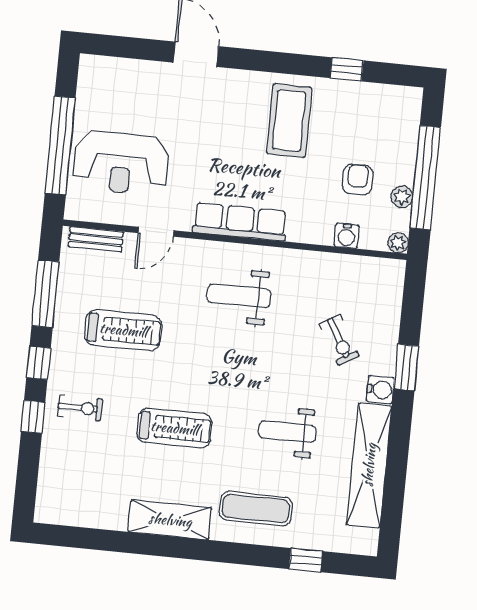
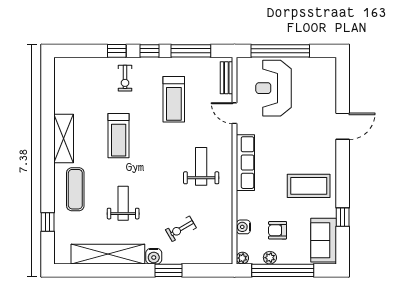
sofa: (382, 105) -> (324, 240), added
armchair: (358, 180) -> (278, 230), turned 180

